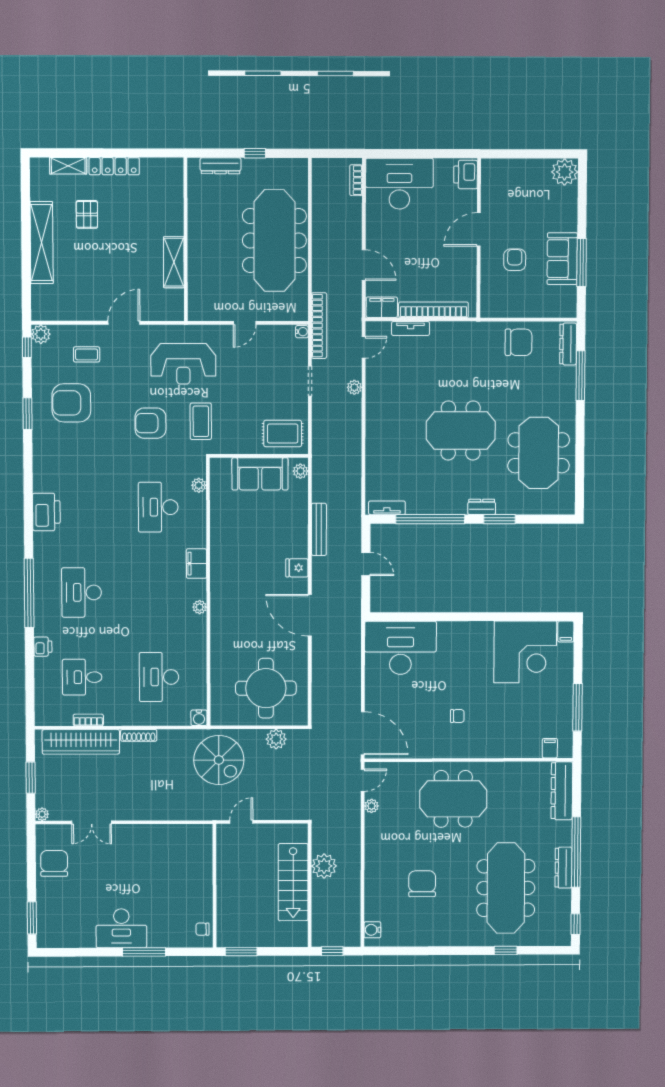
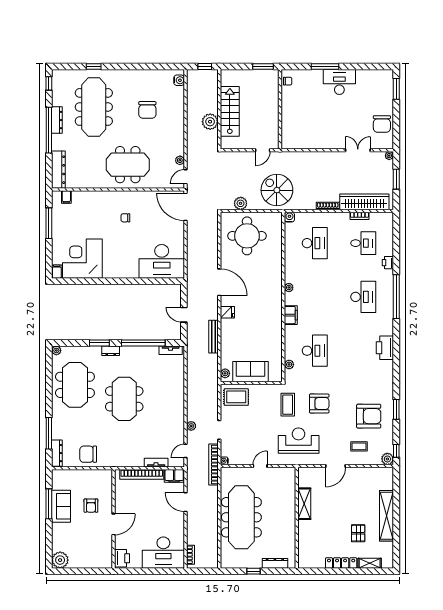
meeting table: (461, 431) -> (124, 399), turned 90
plant: (568, 507) -> (56, 350), added

